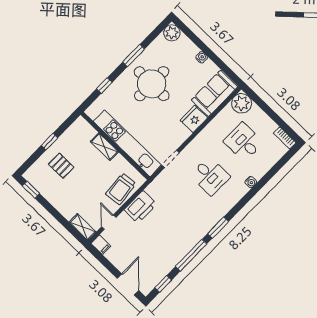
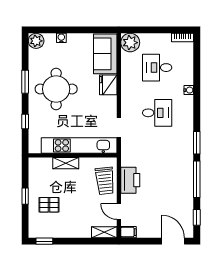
water cooler: (202, 57) -> (61, 38), moved

